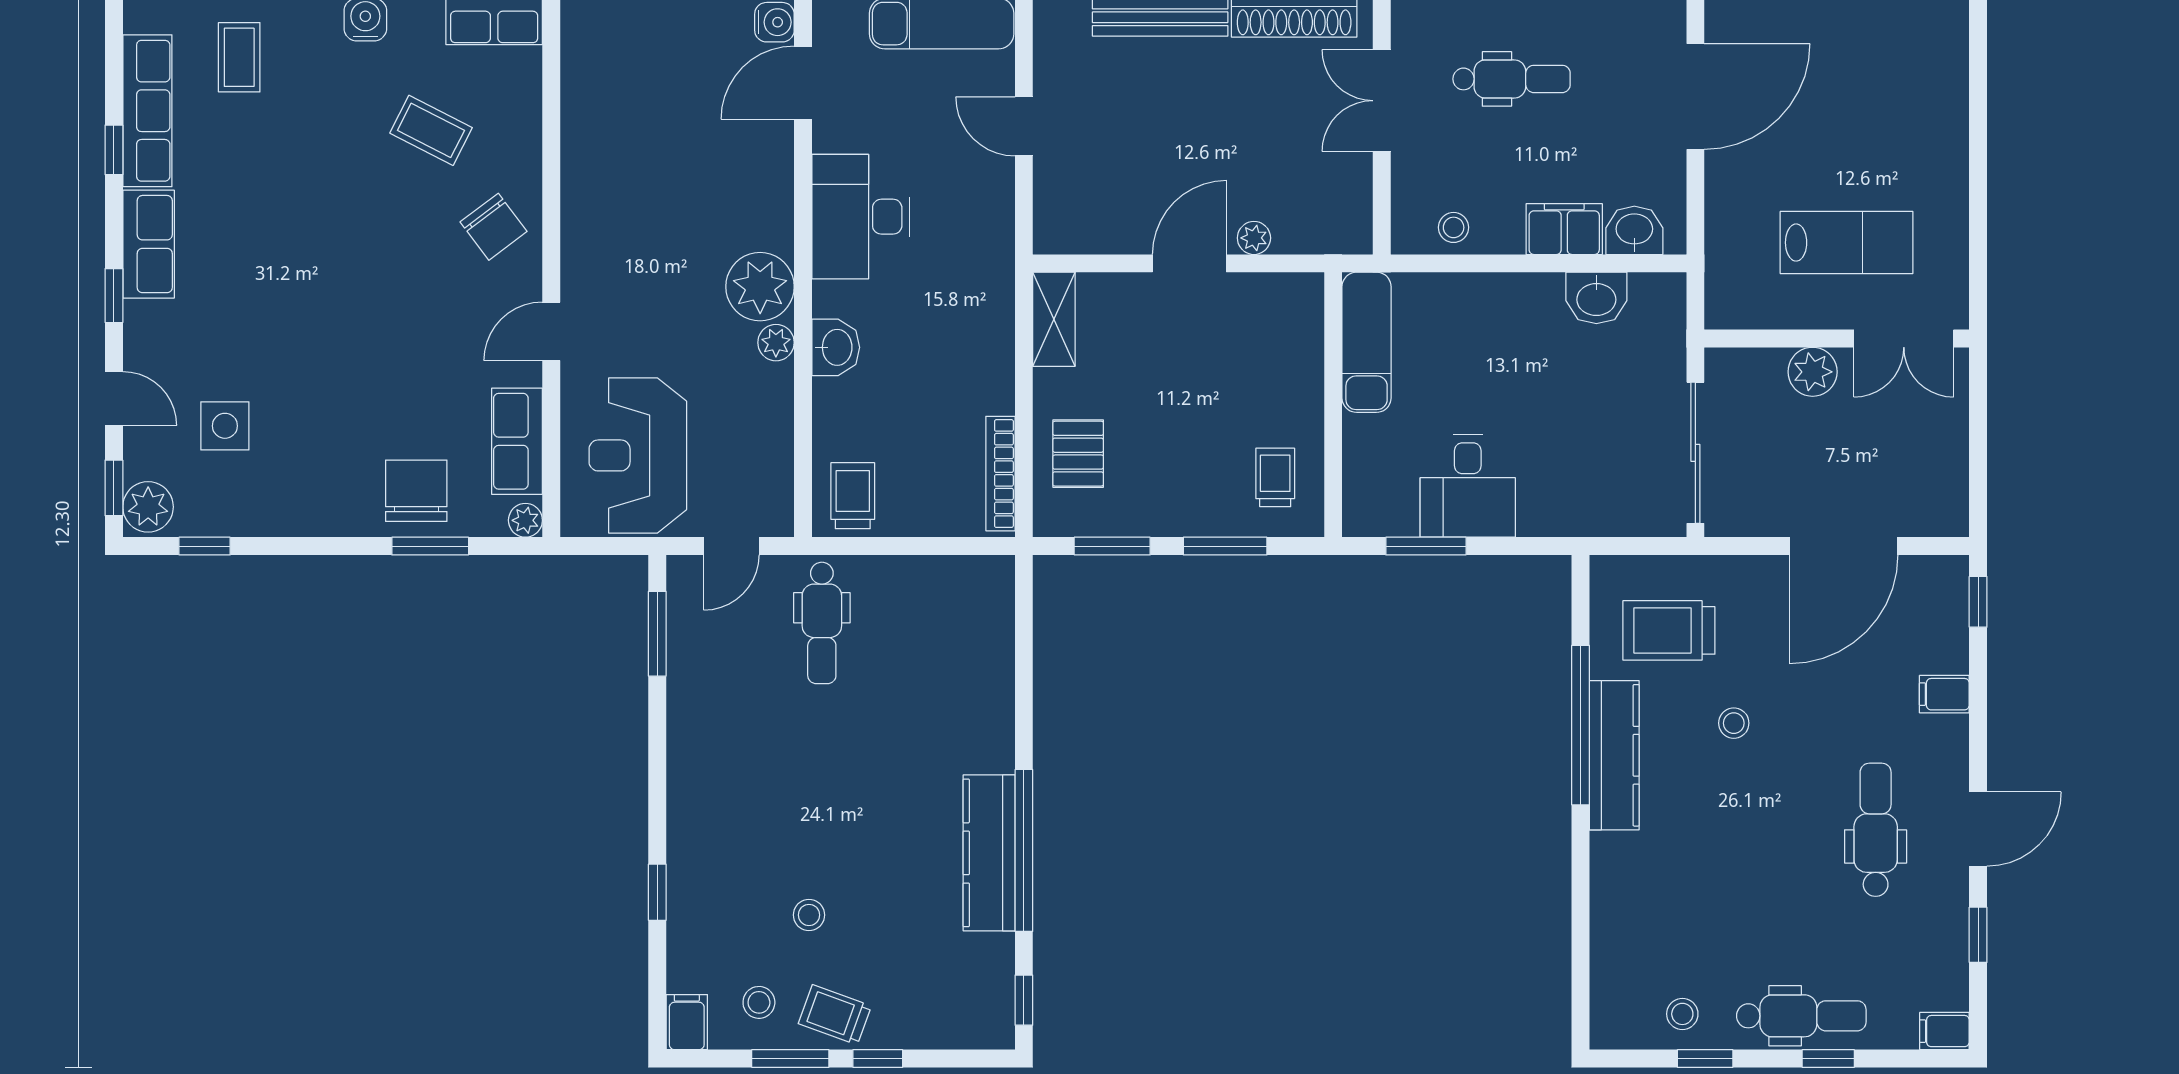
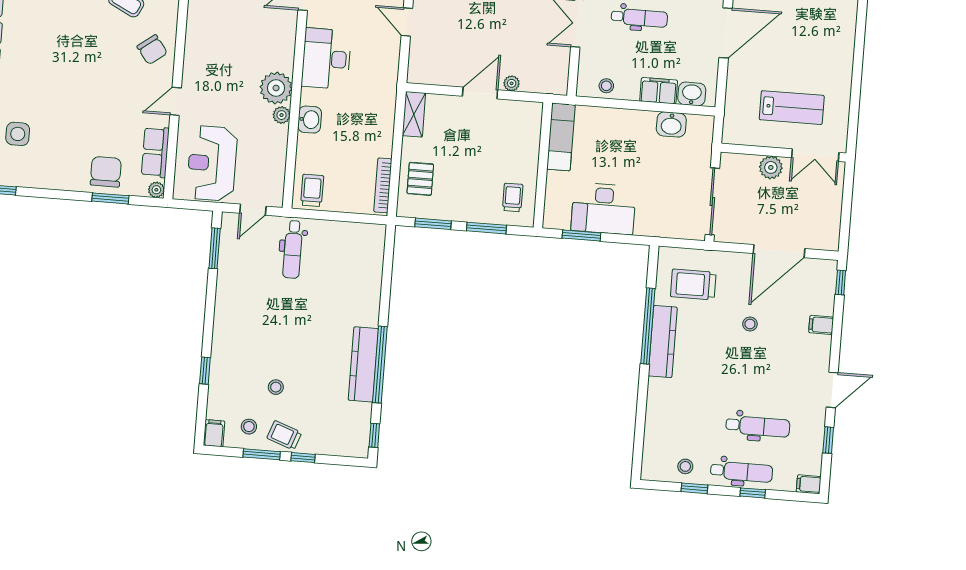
desk: (1468, 486) -> (603, 209), width x1.37
stool: (1734, 723) -> (750, 324), moved
dental chair: (1876, 830) -> (758, 426), moved, turned 90

